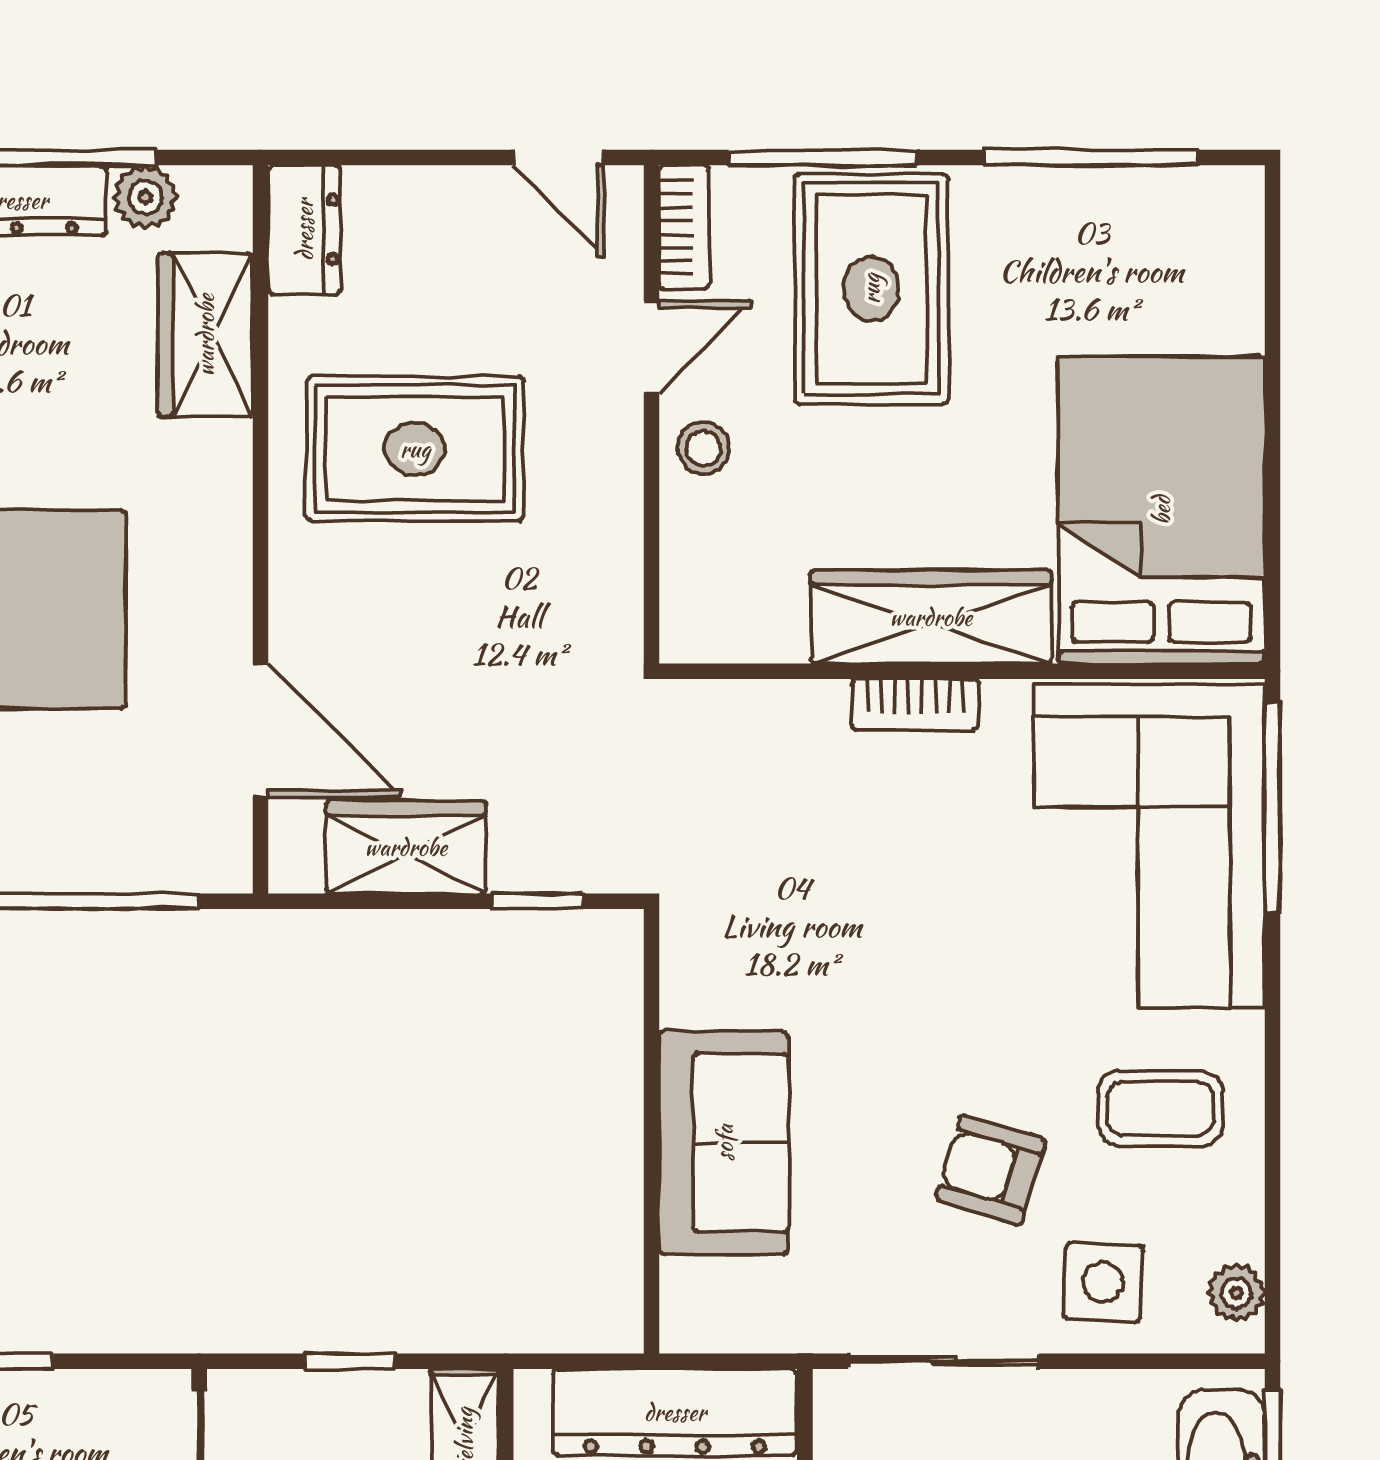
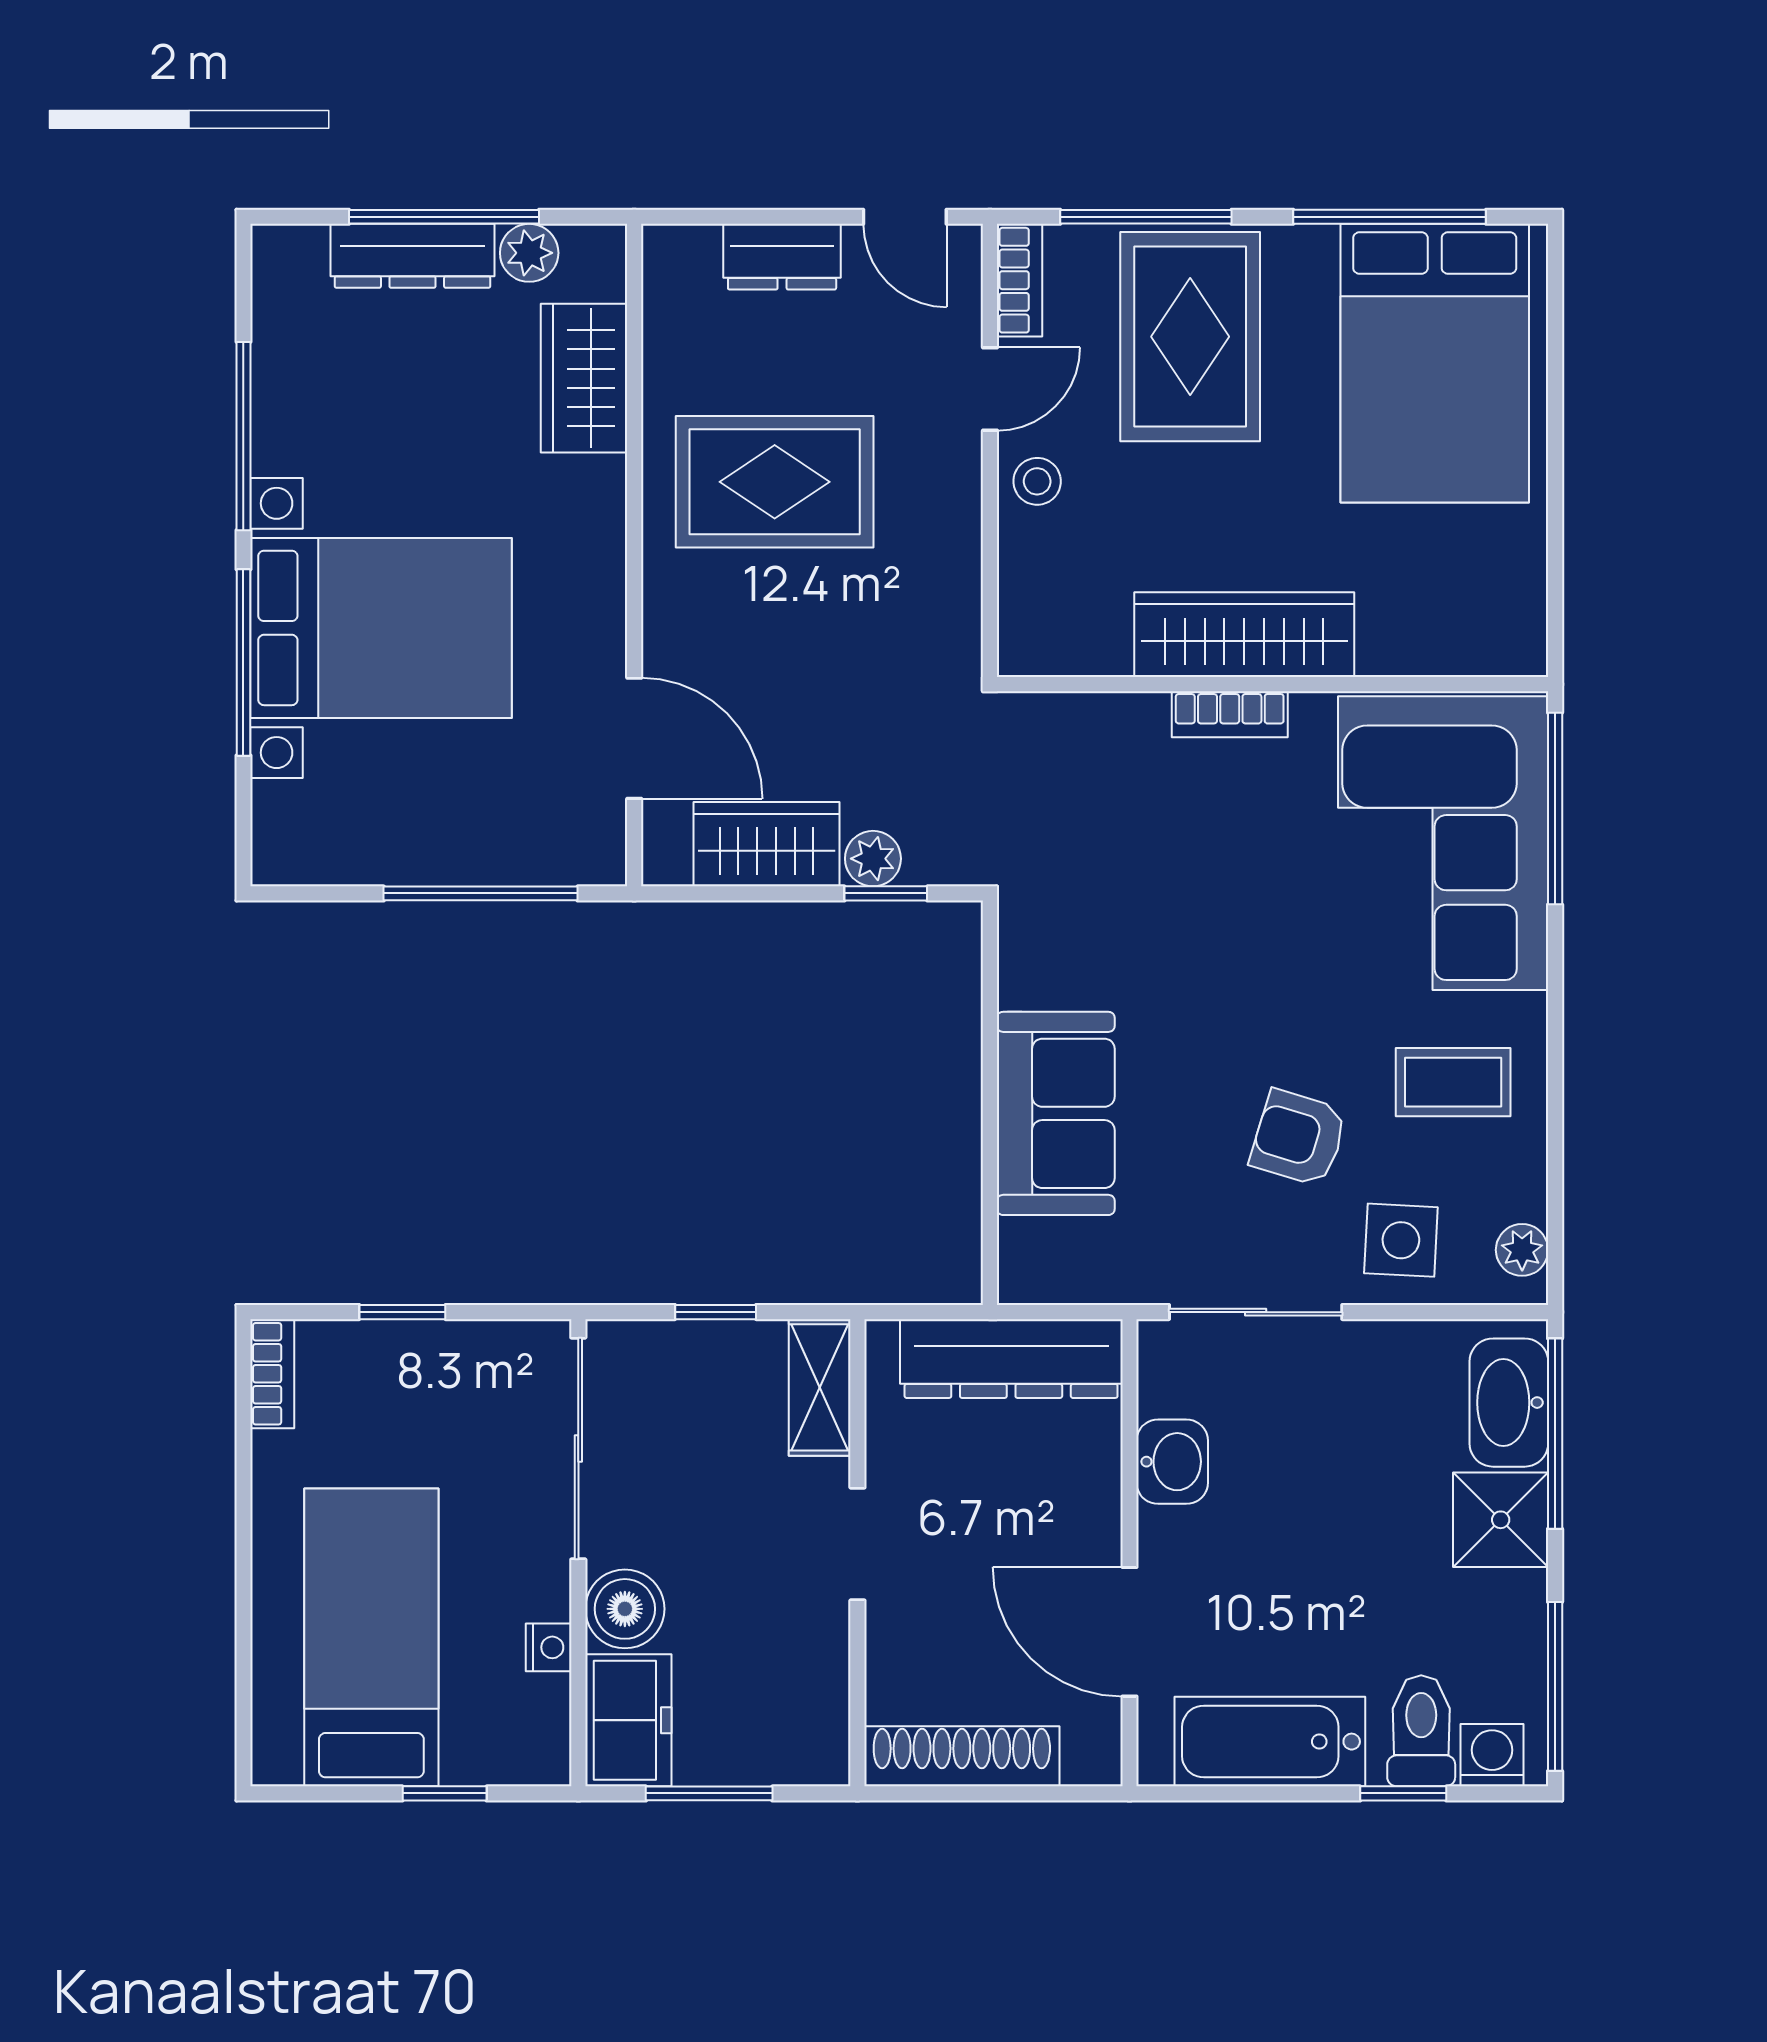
dresser: (304, 230) -> (782, 257), moved, turned 90
bed: (1161, 510) -> (1435, 363), moved, turned 180
plant: (523, 863) -> (873, 859), added

